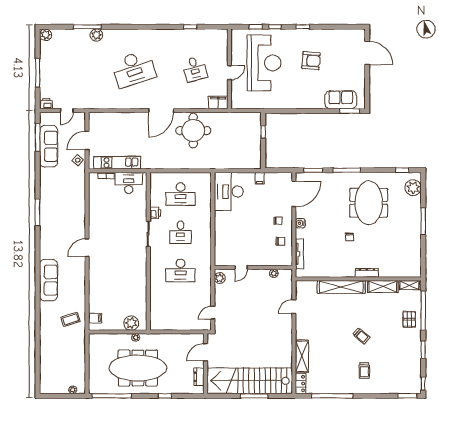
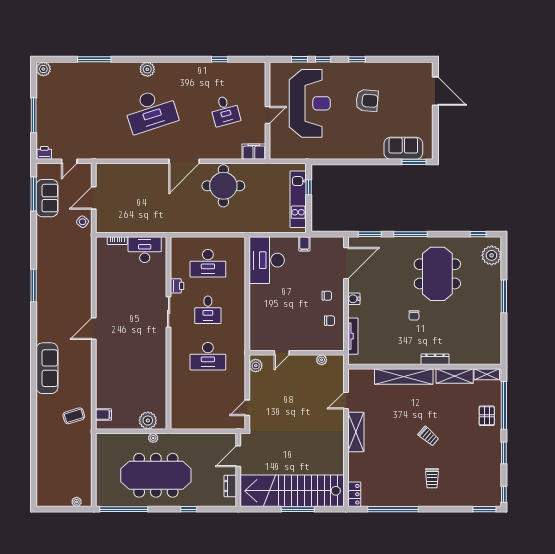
plant: (96, 35) -> (147, 69), moved
sofa: (49, 146) -> (47, 198), width x0.73
kitchen unit: (117, 163) -> (298, 199), moved, turned -90
shelving: (302, 356) -> (356, 432), moved

